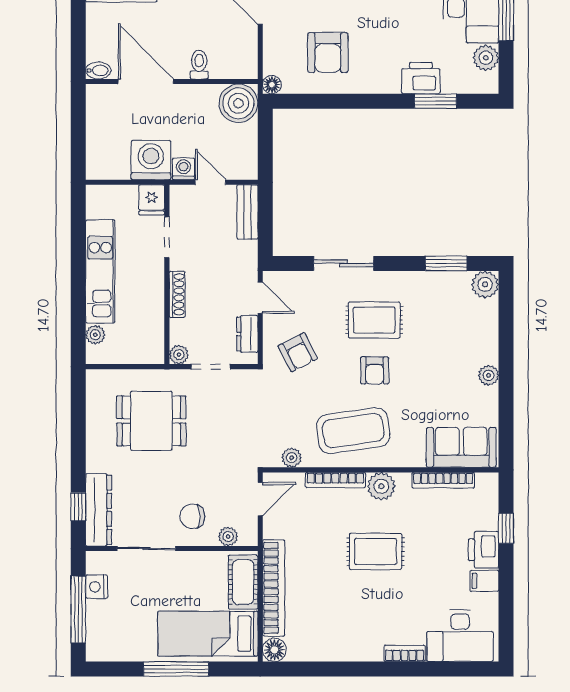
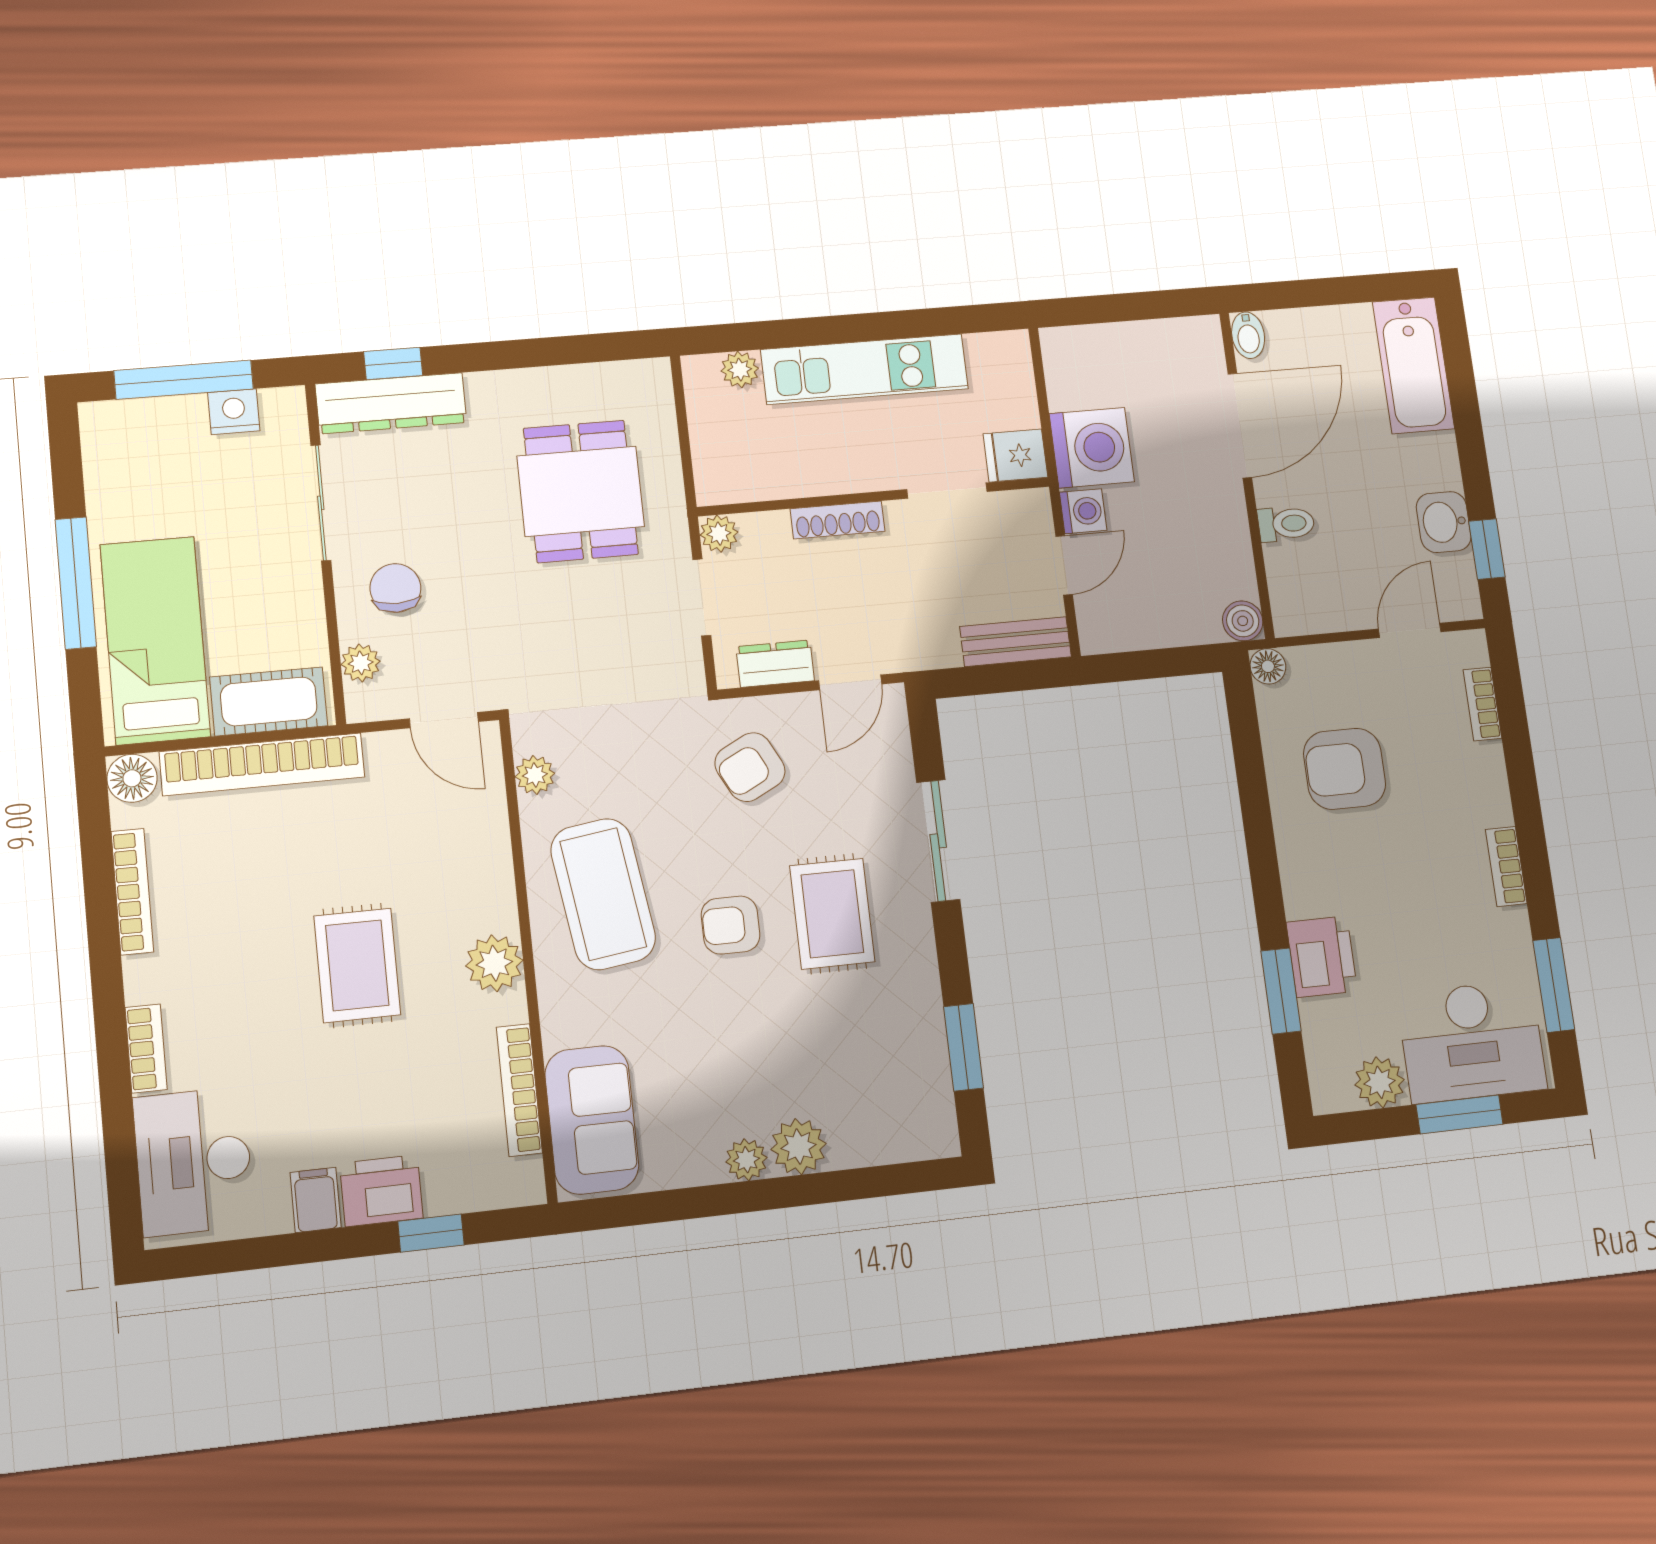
boiler: (238, 103) -> (1243, 621), width x0.54, depth x0.54
plant: (485, 284) -> (798, 1147), moved
bookcase: (335, 480) -> (132, 892), moved, turned 180

